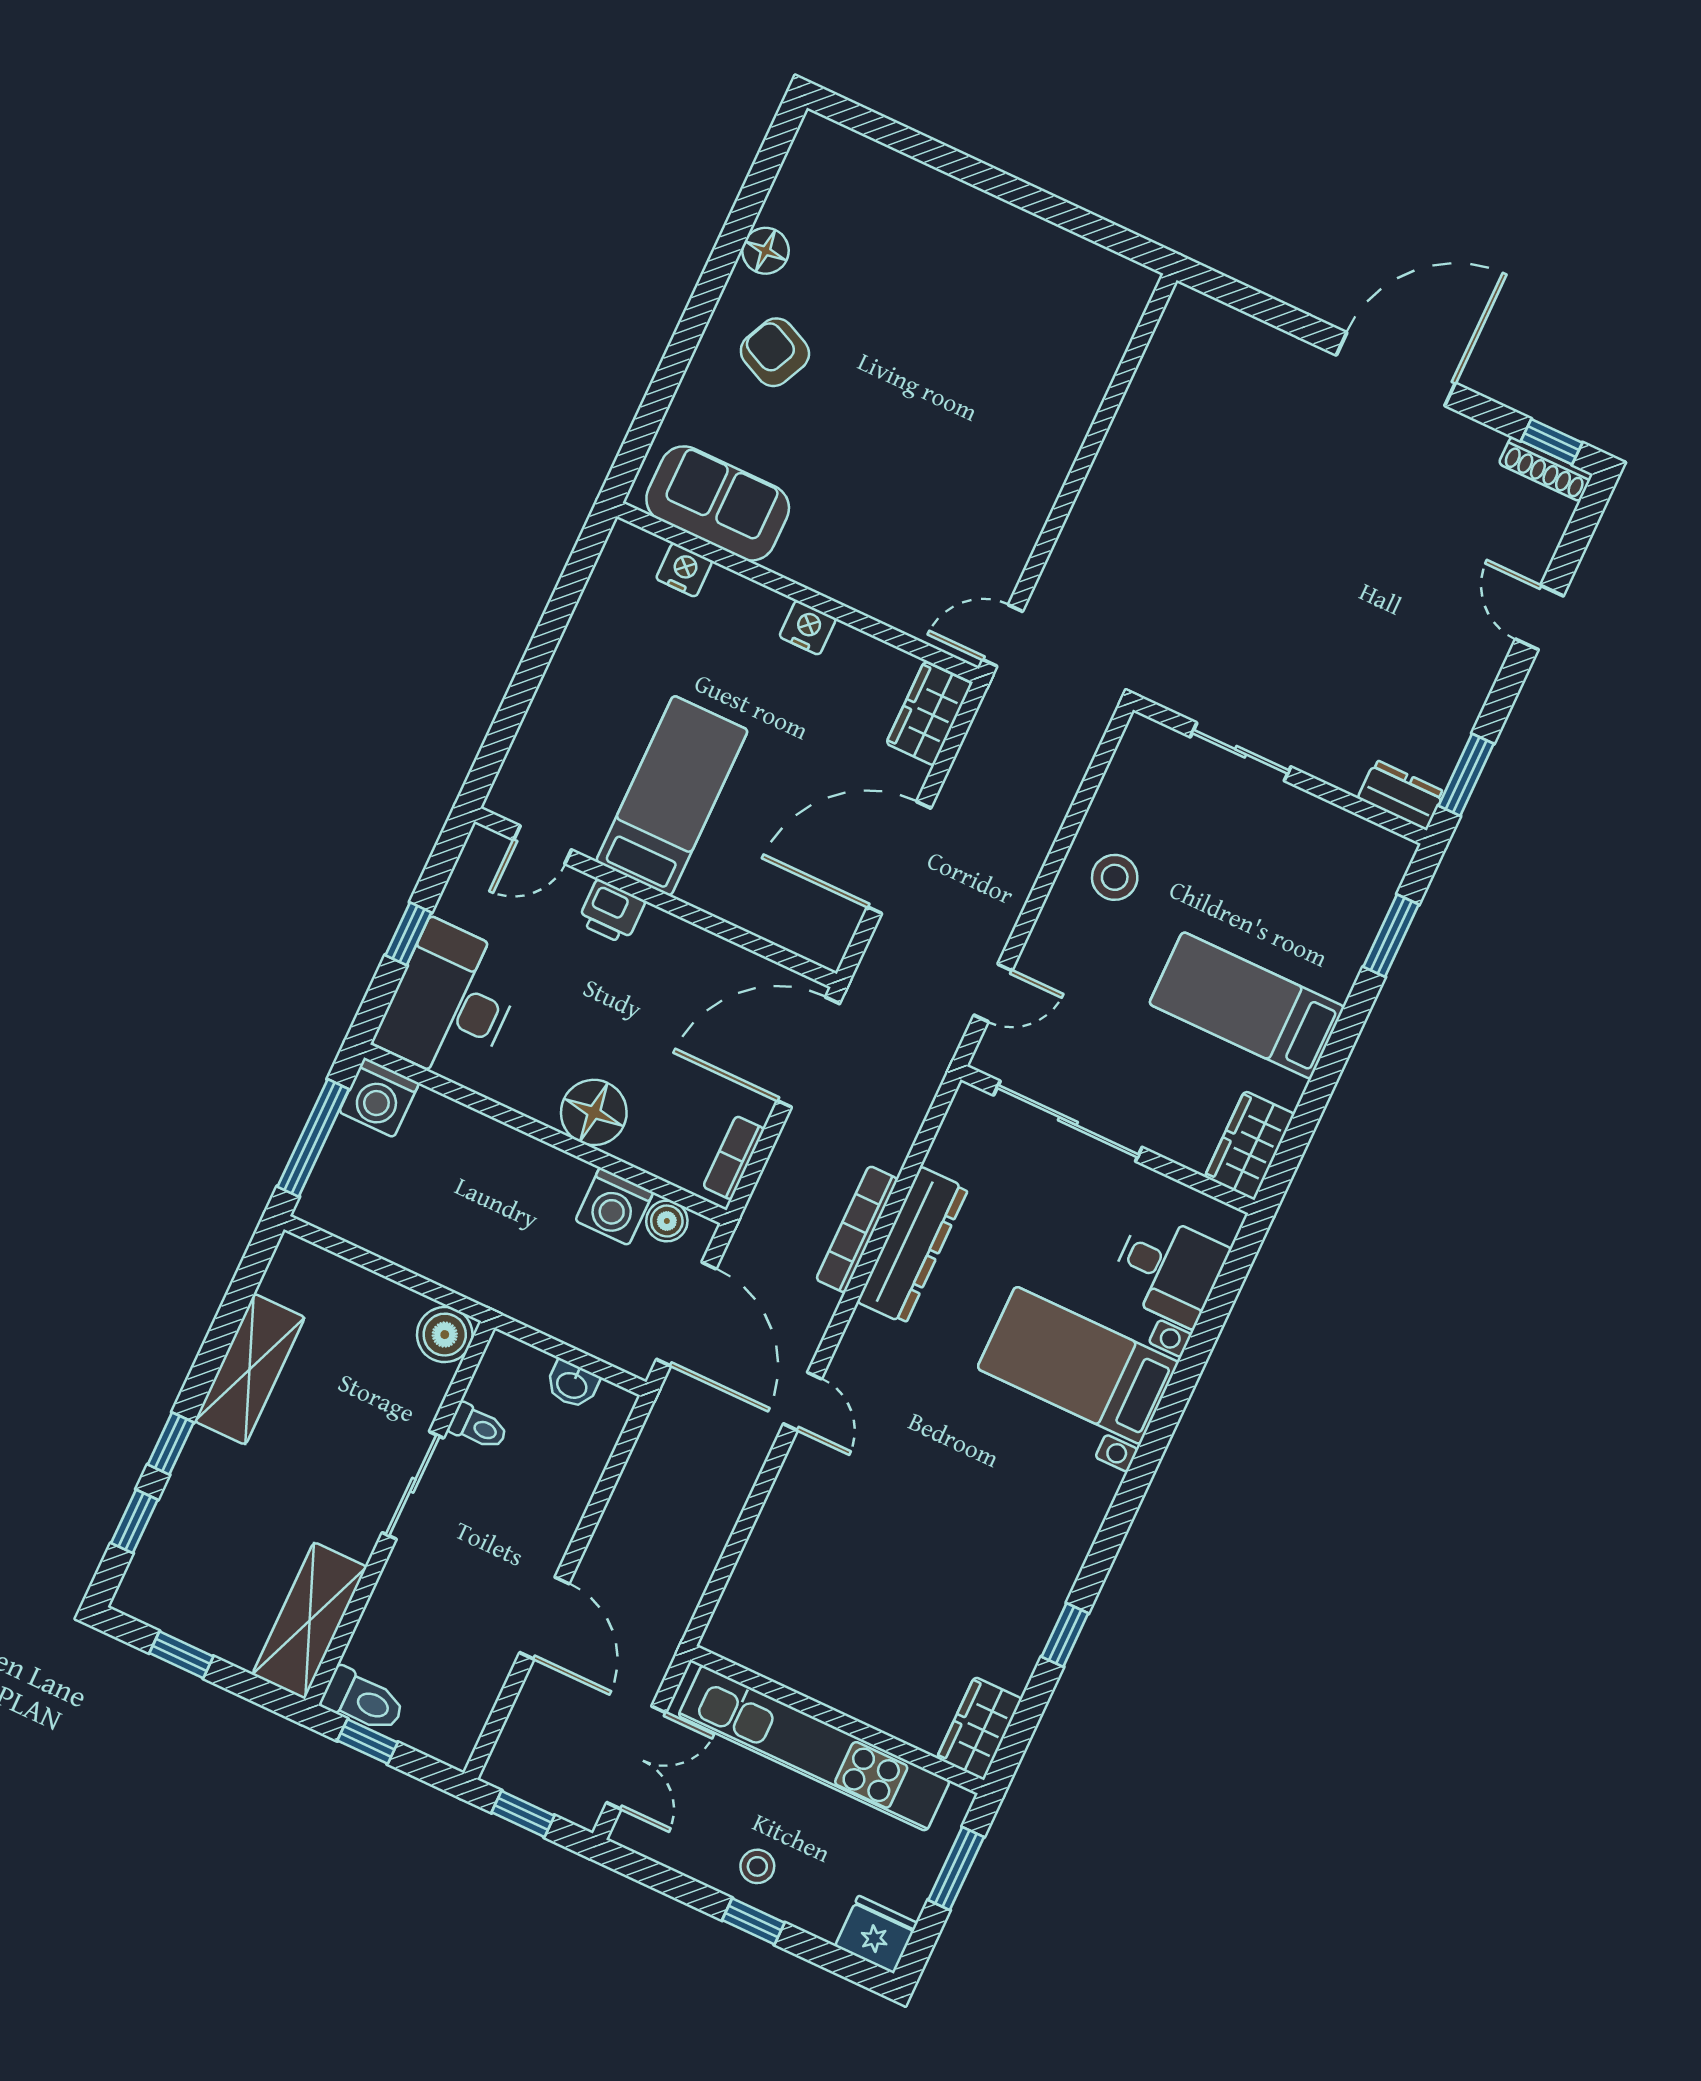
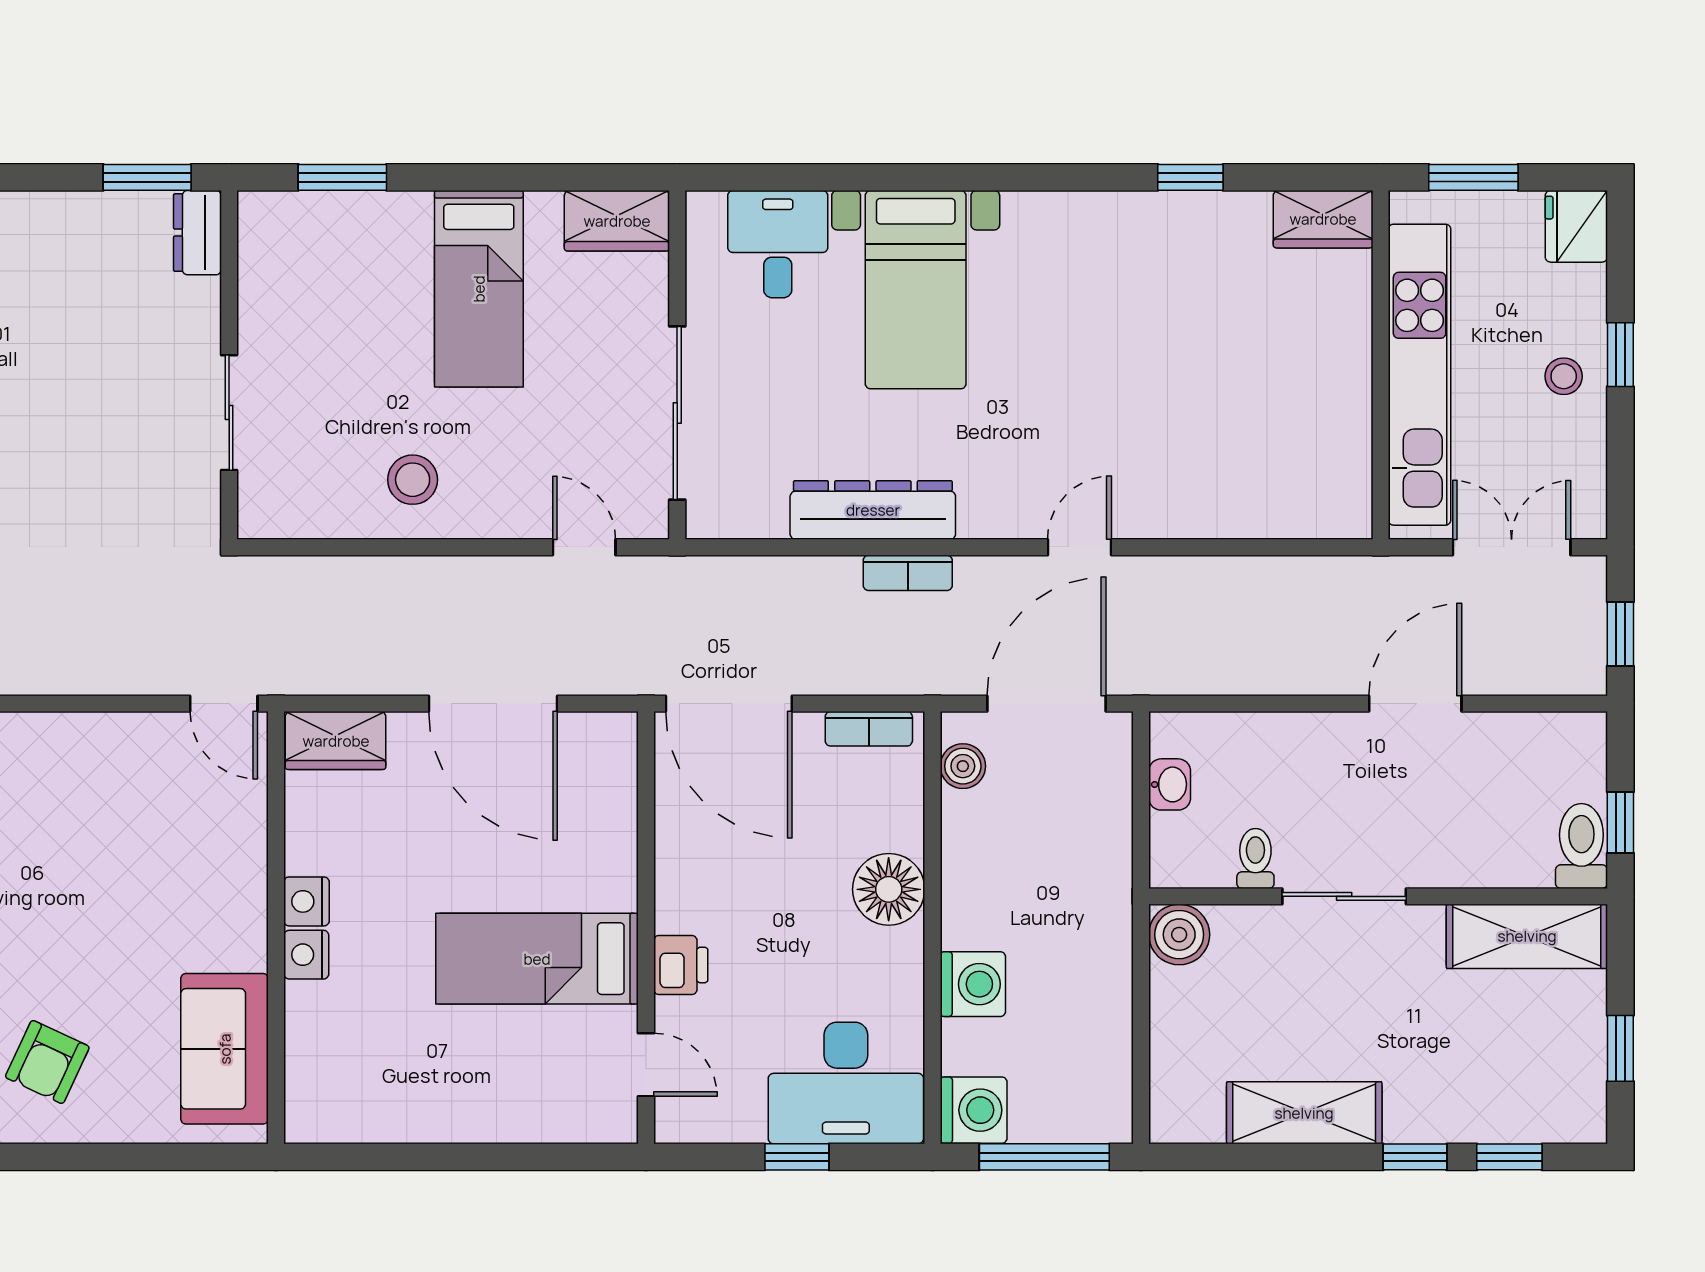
nightstand: (684, 570) -> (306, 955), moved
washing machine: (614, 1206) -> (973, 984), moved
bookcase: (857, 1229) -> (908, 573), width x0.64

